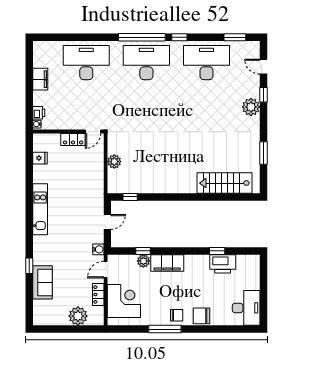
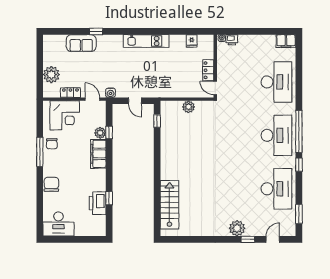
filing cabinet: (40, 79) -> (286, 41), moved
window: (263, 153) -> (196, 239), removed
chair: (177, 315) -> (52, 144), moved

